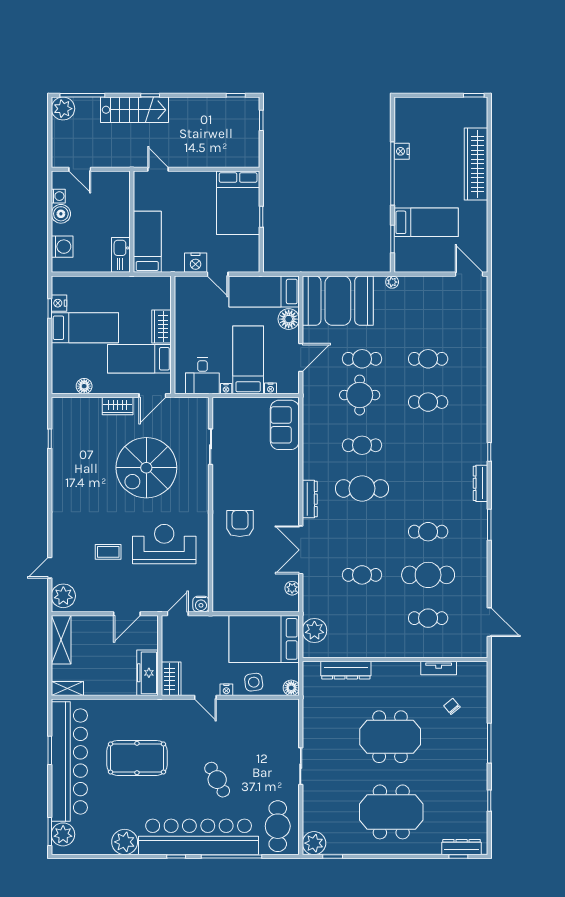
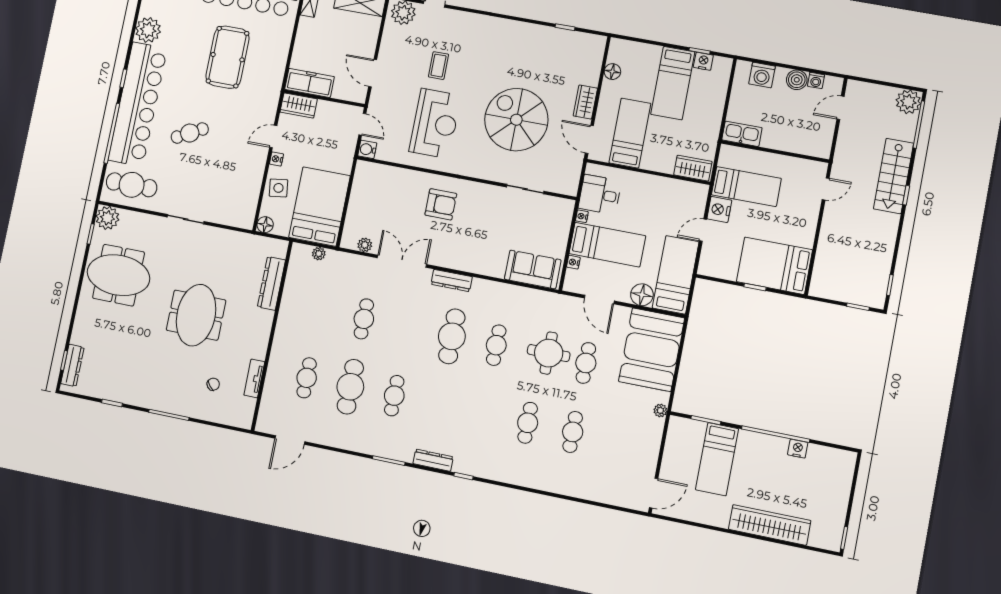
bed: (147, 242) -> (746, 187), moved
wardrobe: (161, 327) -> (693, 168), moved
plant: (314, 630) -> (319, 254), width x0.53, depth x0.53
meeting table: (391, 812) -> (119, 275), moved, turned 90

